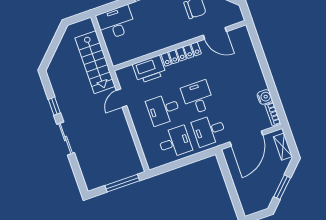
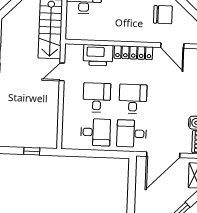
desk: (163, 109) -> (97, 98), turned 90
window: (122, 183) -> (32, 151), width x0.46

